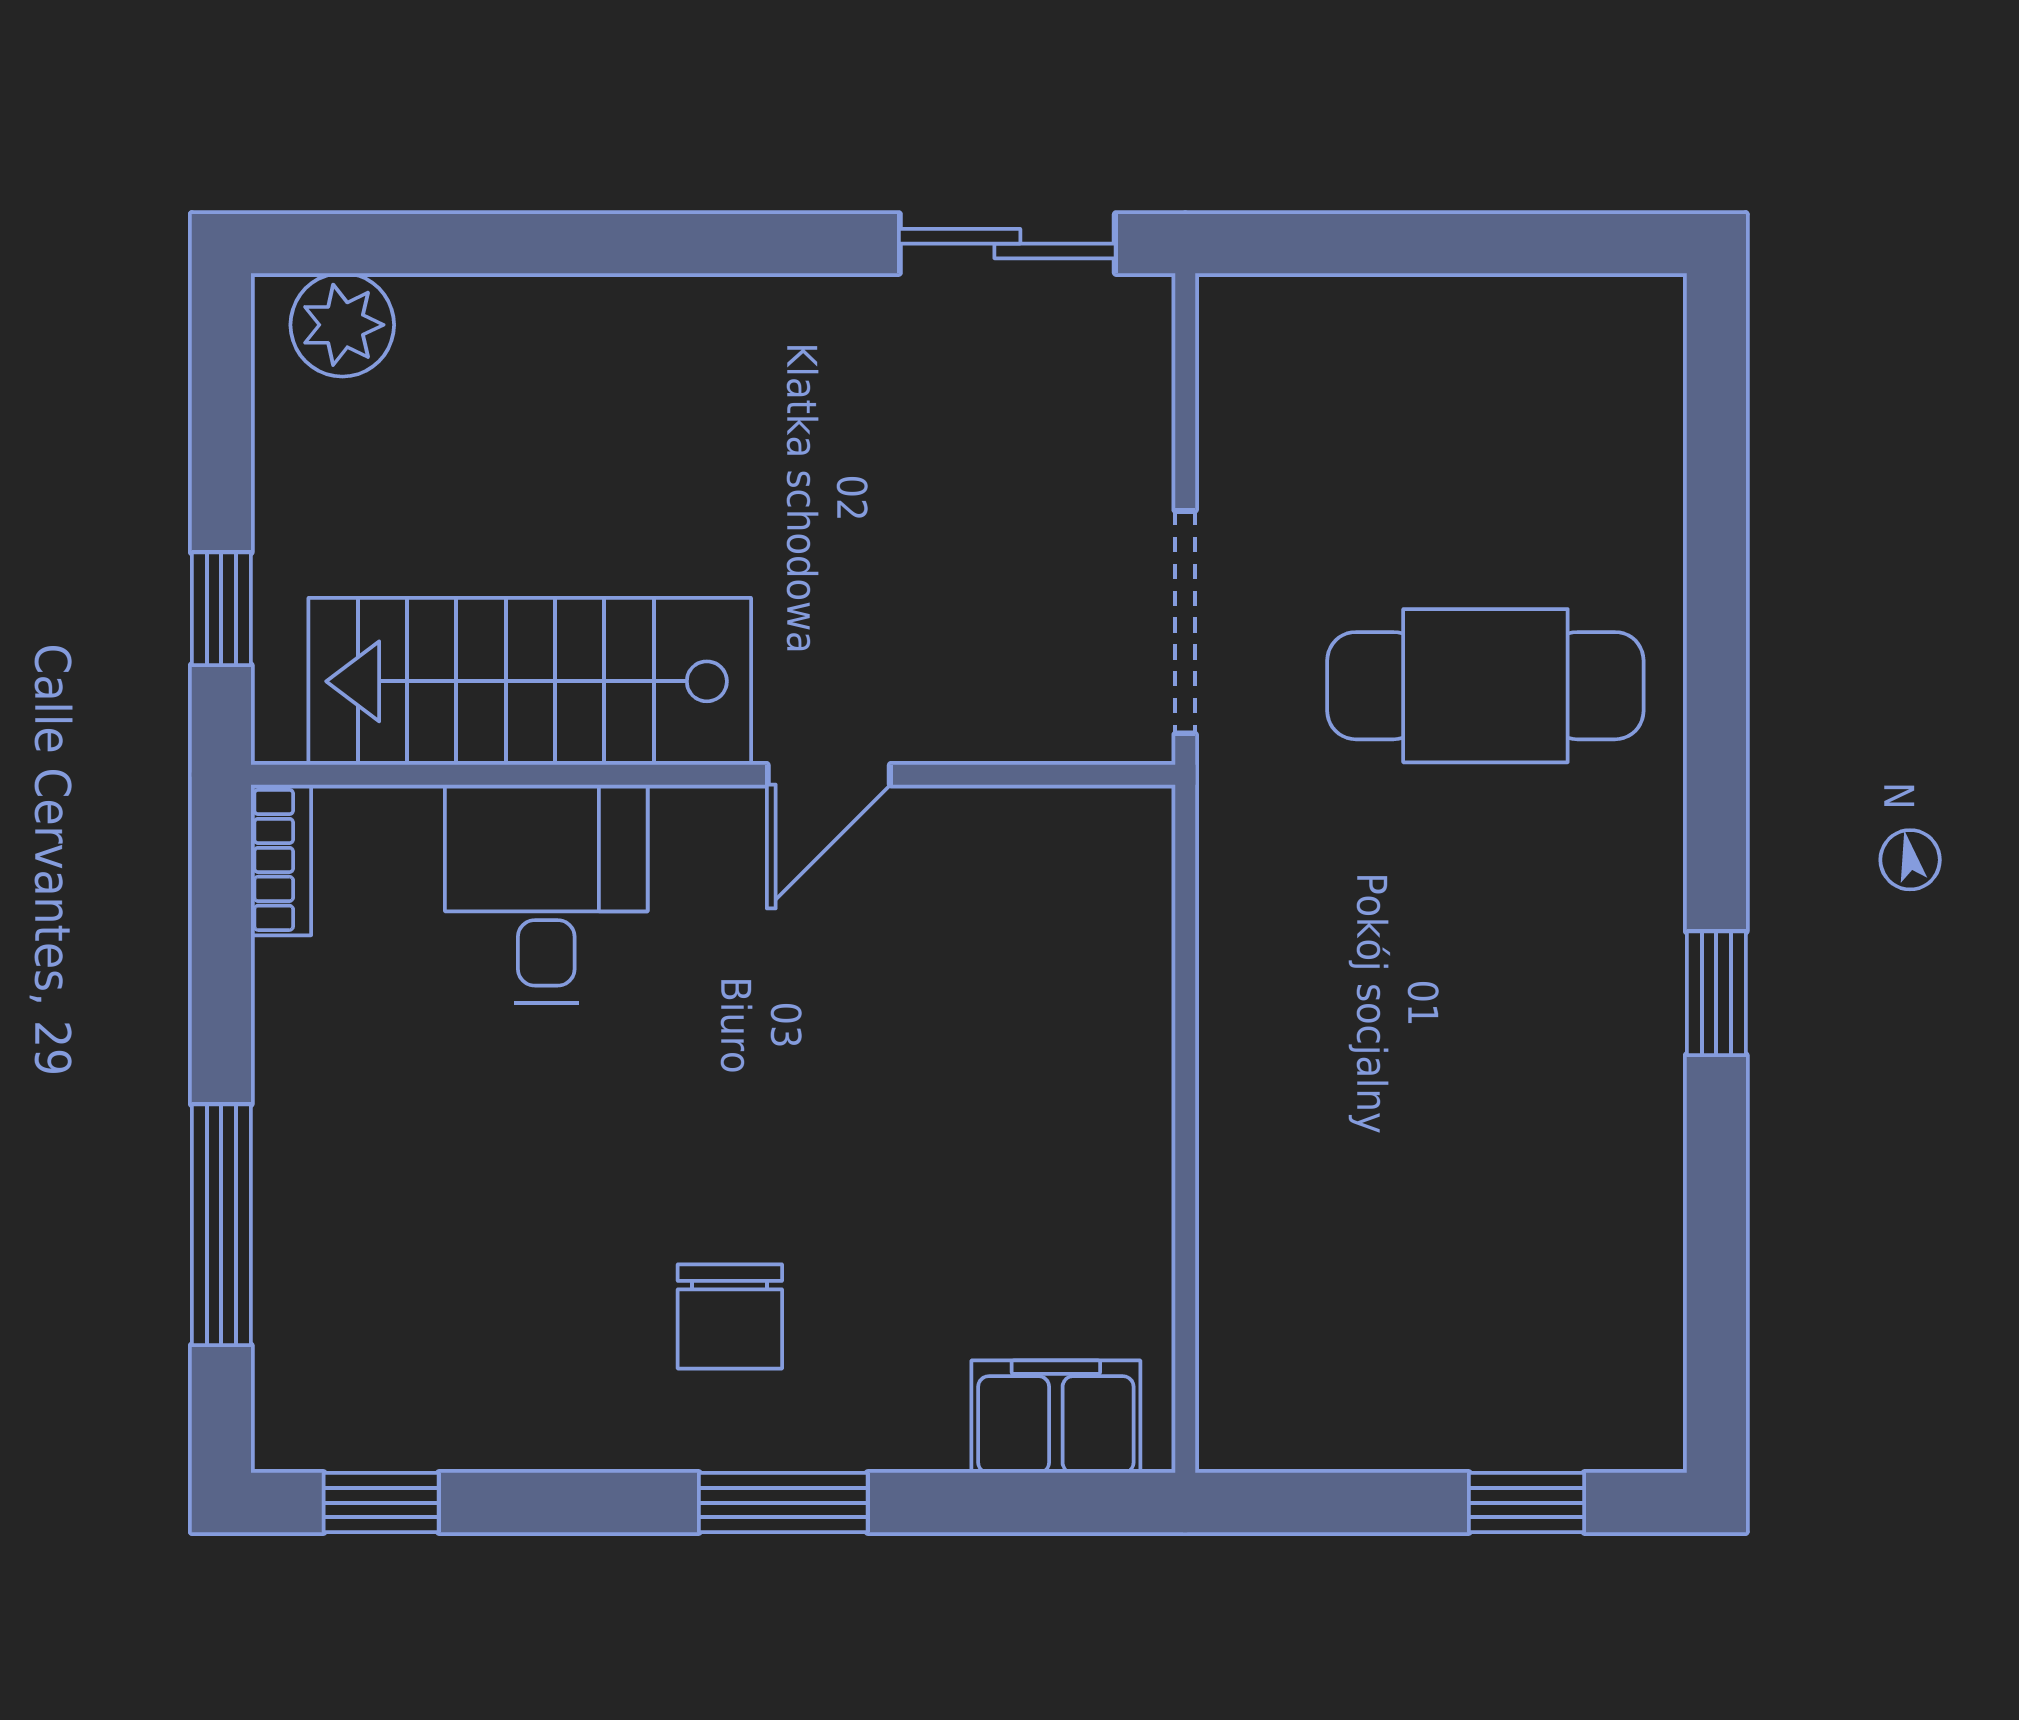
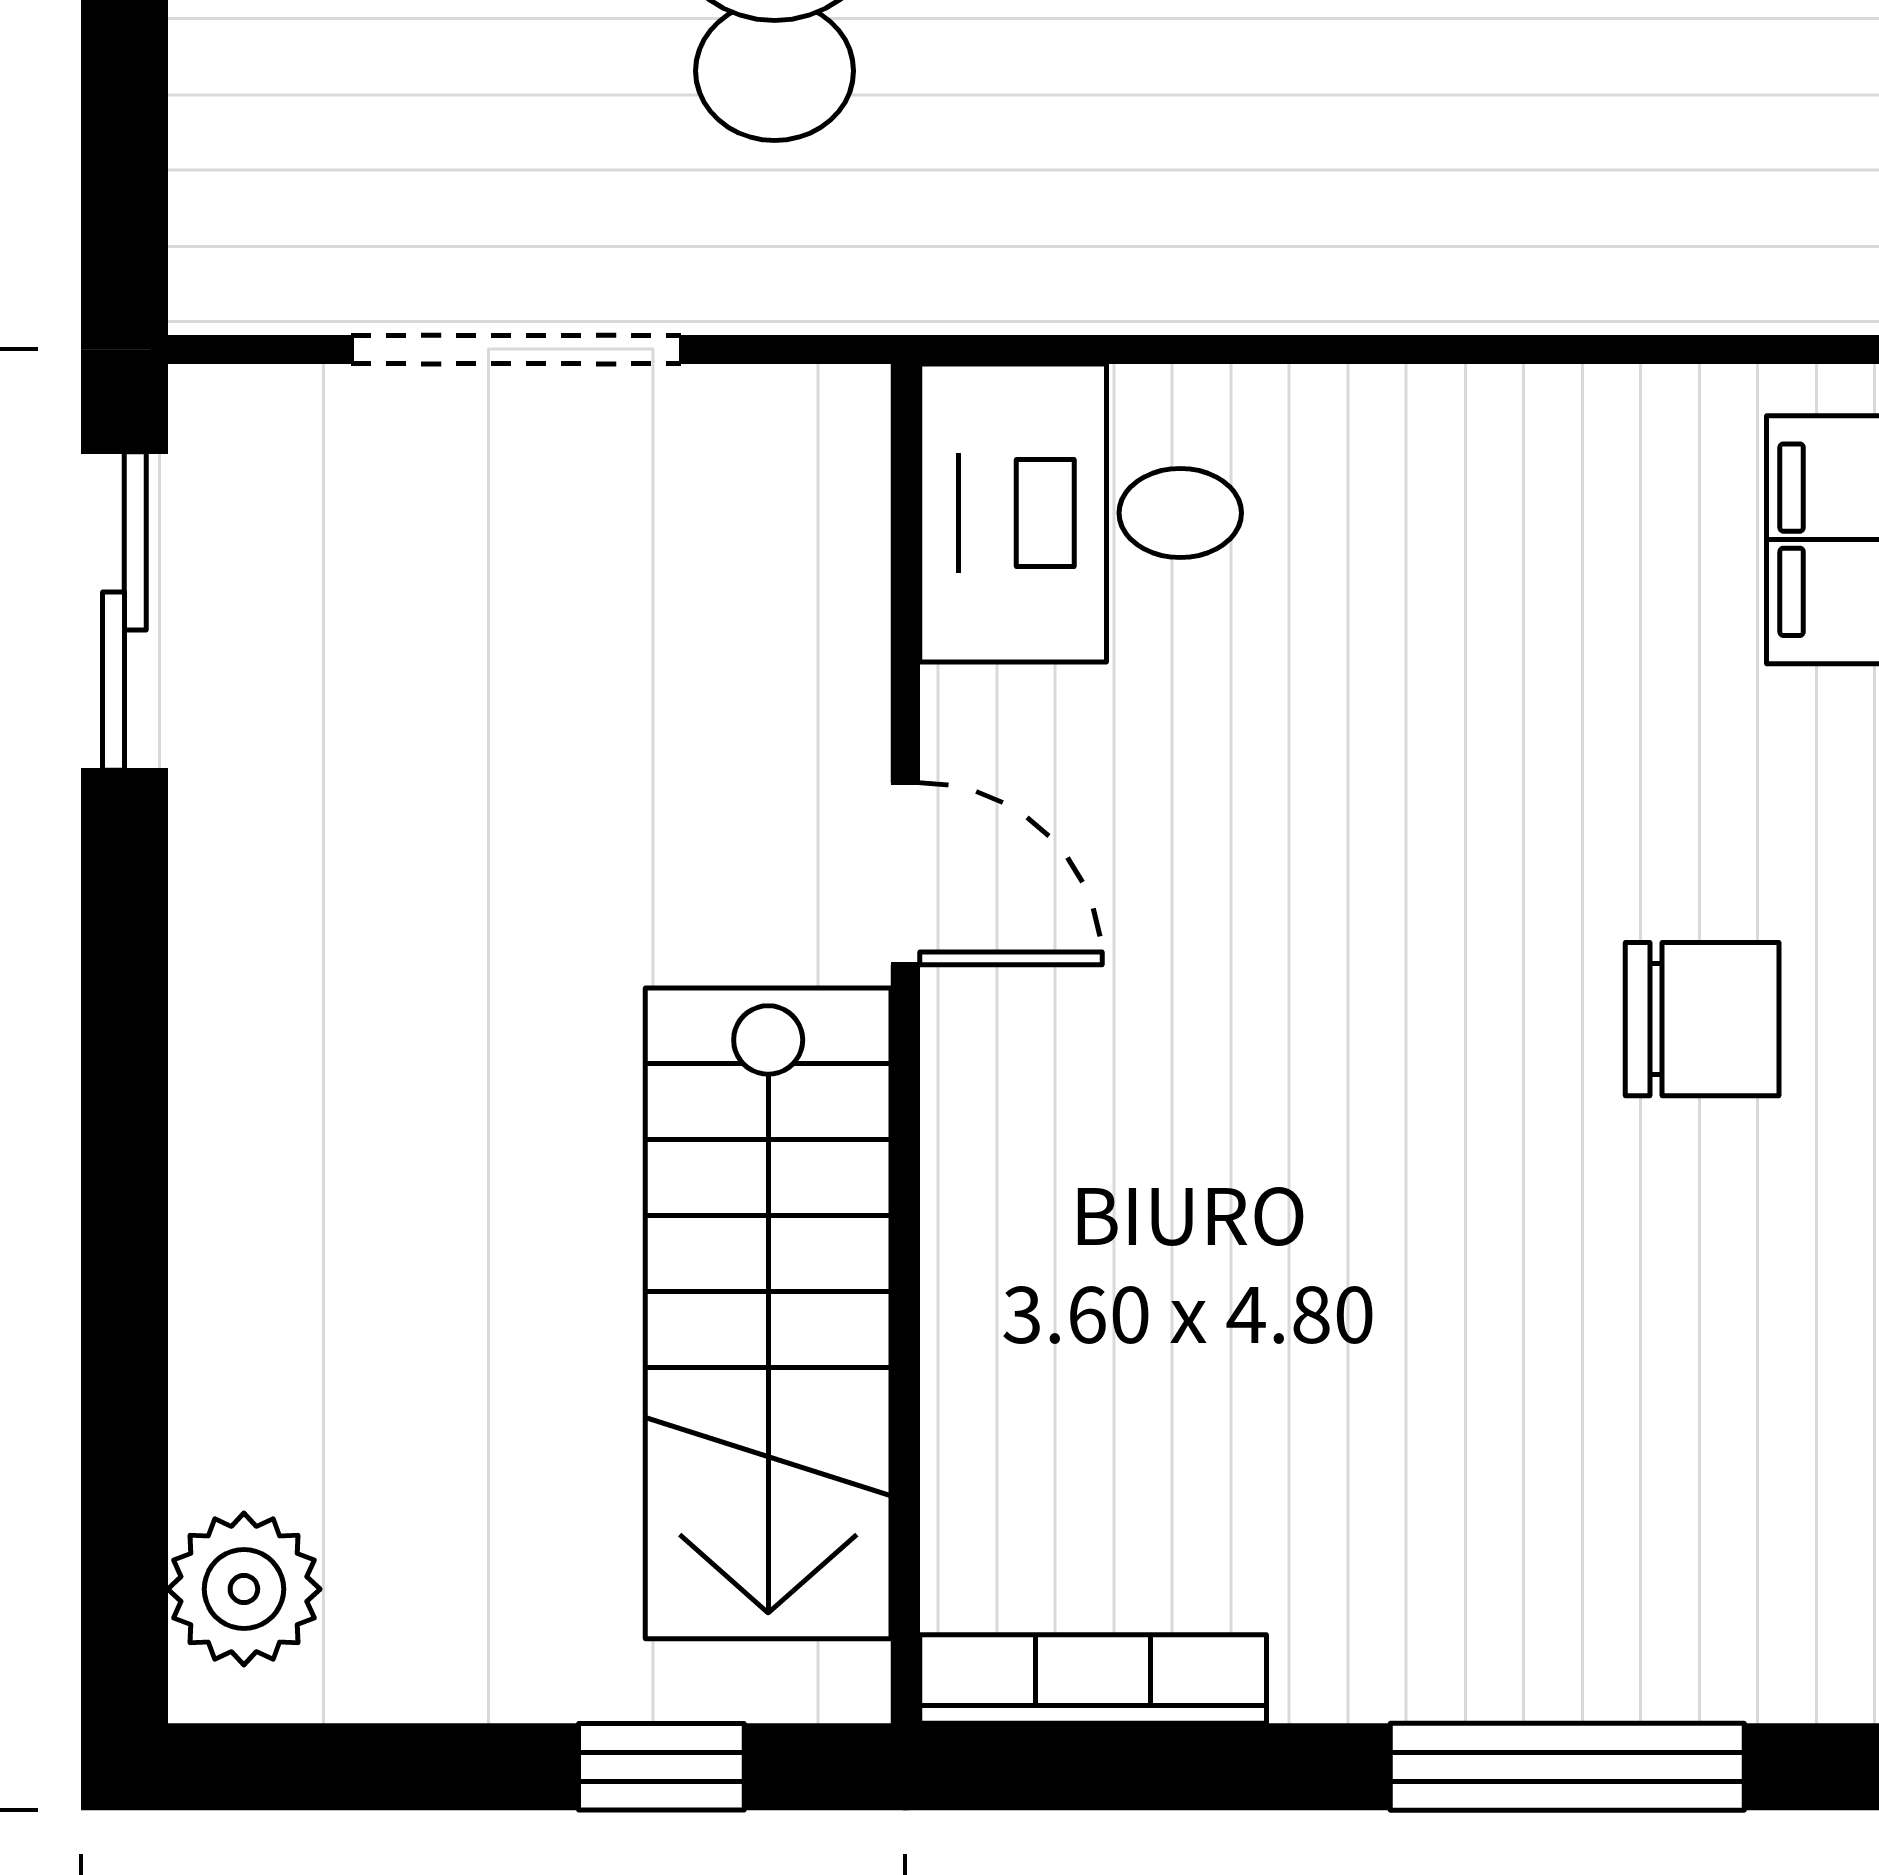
doorway: (1185, 622) -> (516, 349), moved
bookcase: (281, 860) -> (1093, 1679), width x1.56
desk: (546, 894) -> (1081, 513), moved

